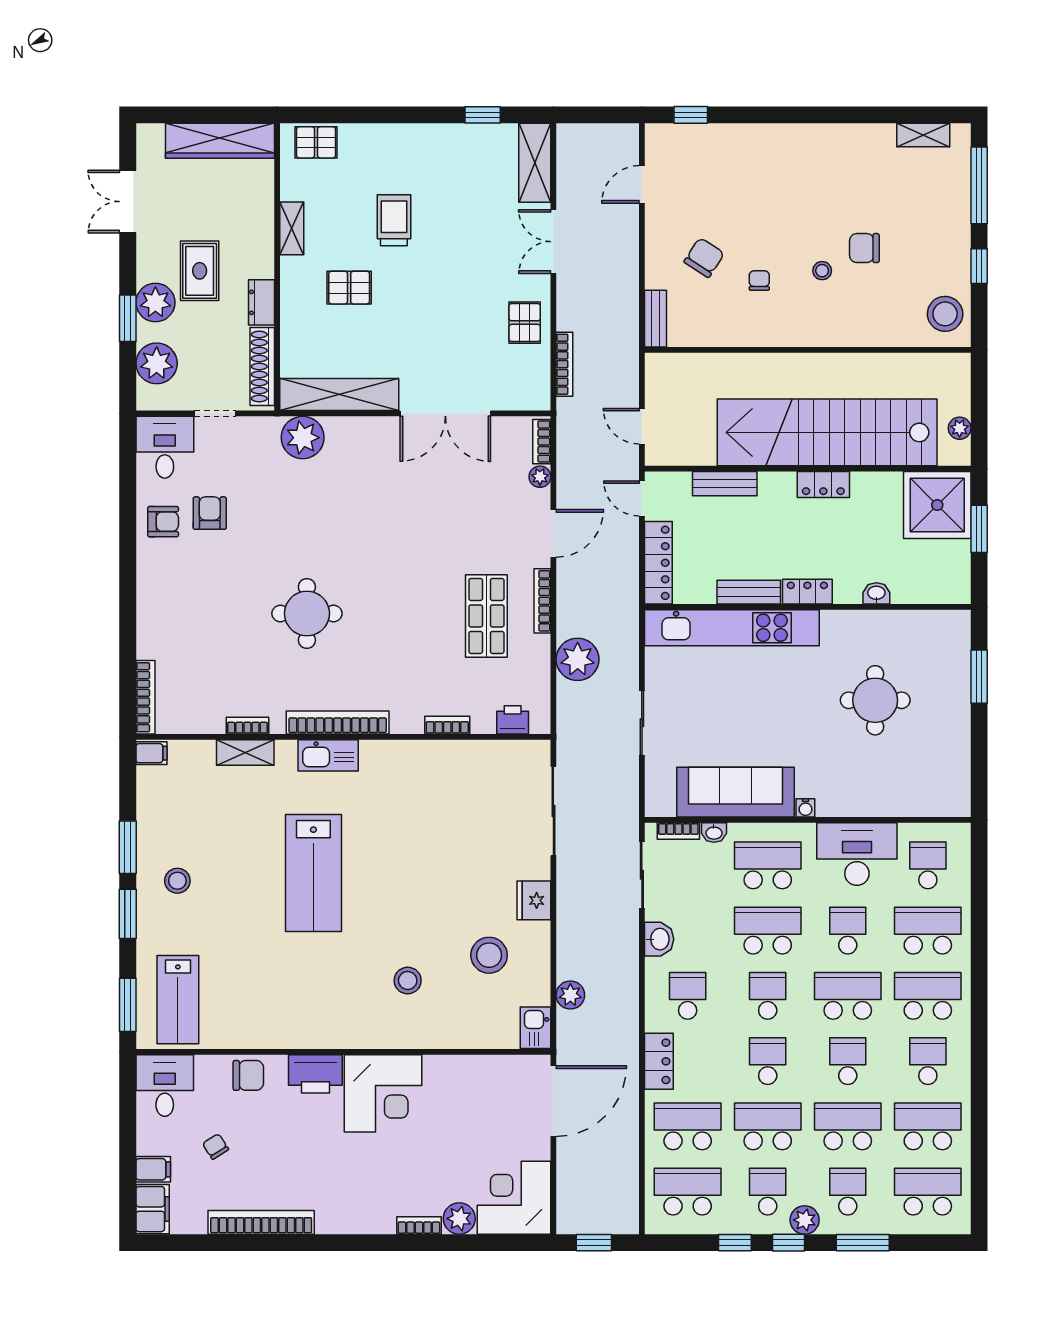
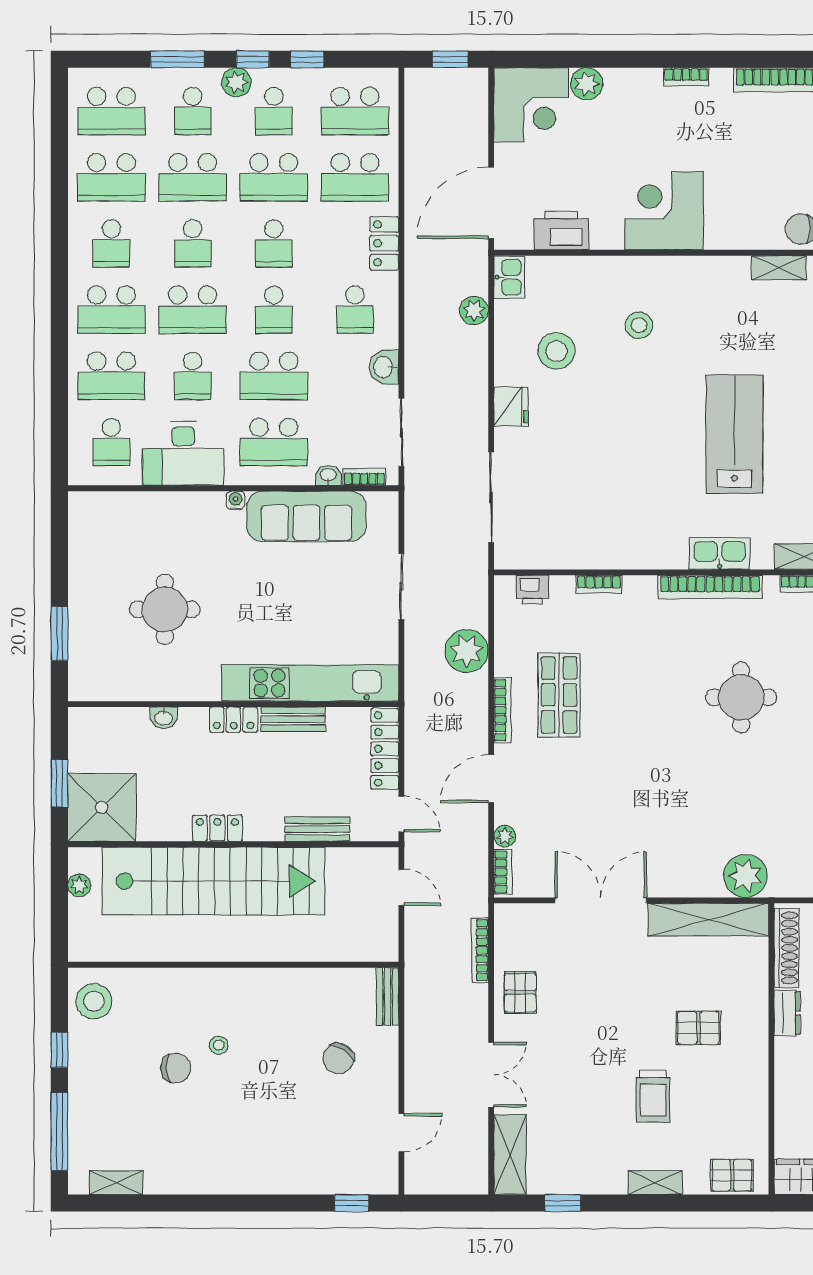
shelving: (292, 228) -> (655, 1183), moved, turned 90
chair: (759, 280) -> (282, 1035), removed
shelving: (270, 1037) -> (779, 268), added
printer: (315, 1074) -> (561, 230), moved
bookcase: (419, 1226) -> (686, 77), moved

